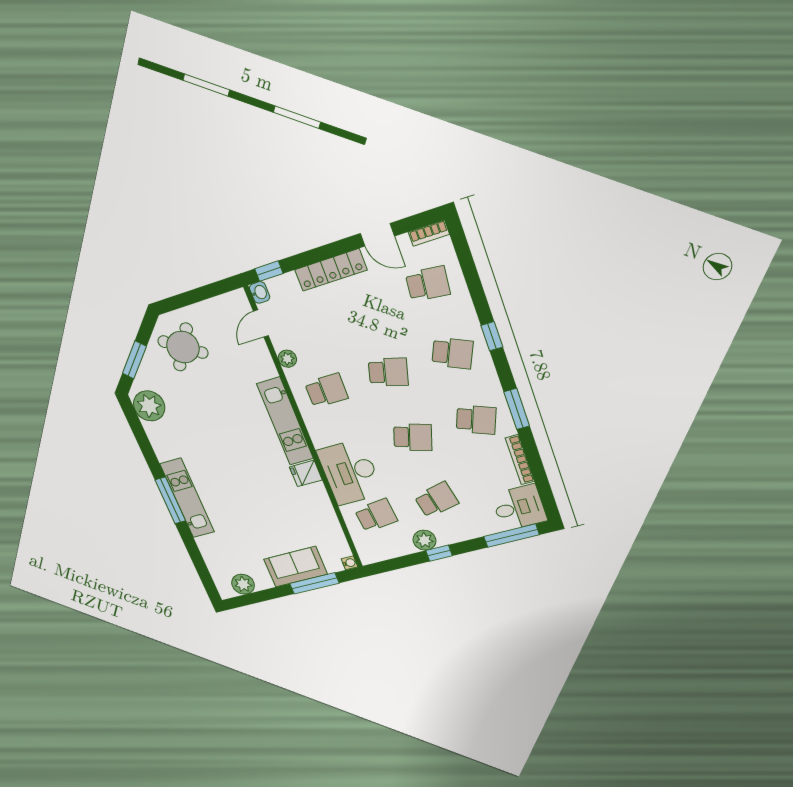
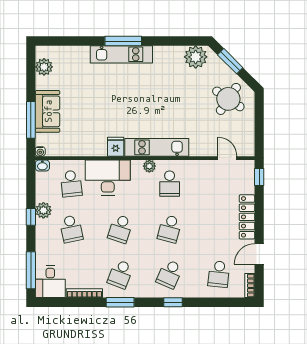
washbasin: (260, 292) -> (42, 166), moved
plant: (287, 359) -> (149, 166), moved

